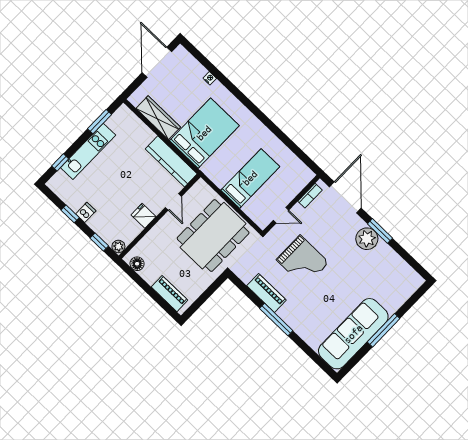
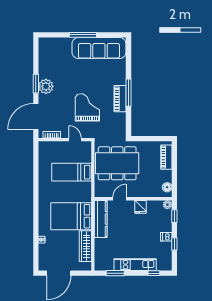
piano: (266, 293) -> (120, 99), moved

